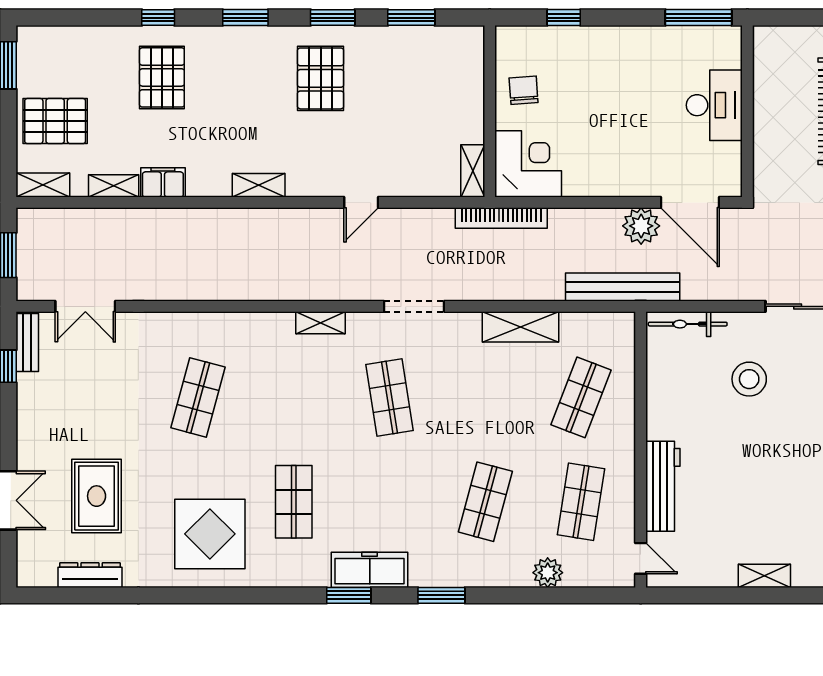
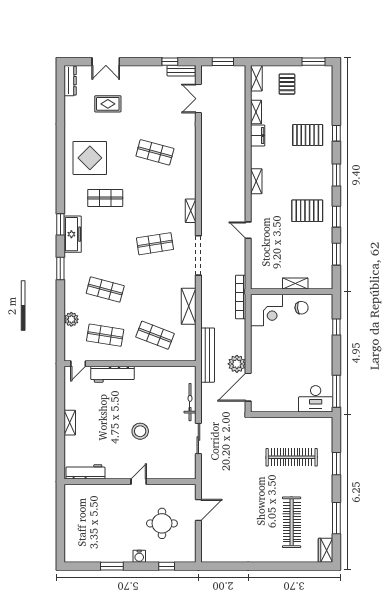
desk: (714, 105) -> (316, 399), moved
pallet: (55, 121) -> (287, 84), width x0.67, depth x0.71
shelving: (473, 171) -> (295, 283), moved
doorway: (414, 306) -> (198, 255), width x1.36
bicycle: (688, 324) -> (190, 402), moved
stool: (749, 379) -> (140, 431), moved
rug: (97, 496) -> (108, 104), width x0.73, depth x0.70
dresser: (90, 575) -> (70, 81), moved

